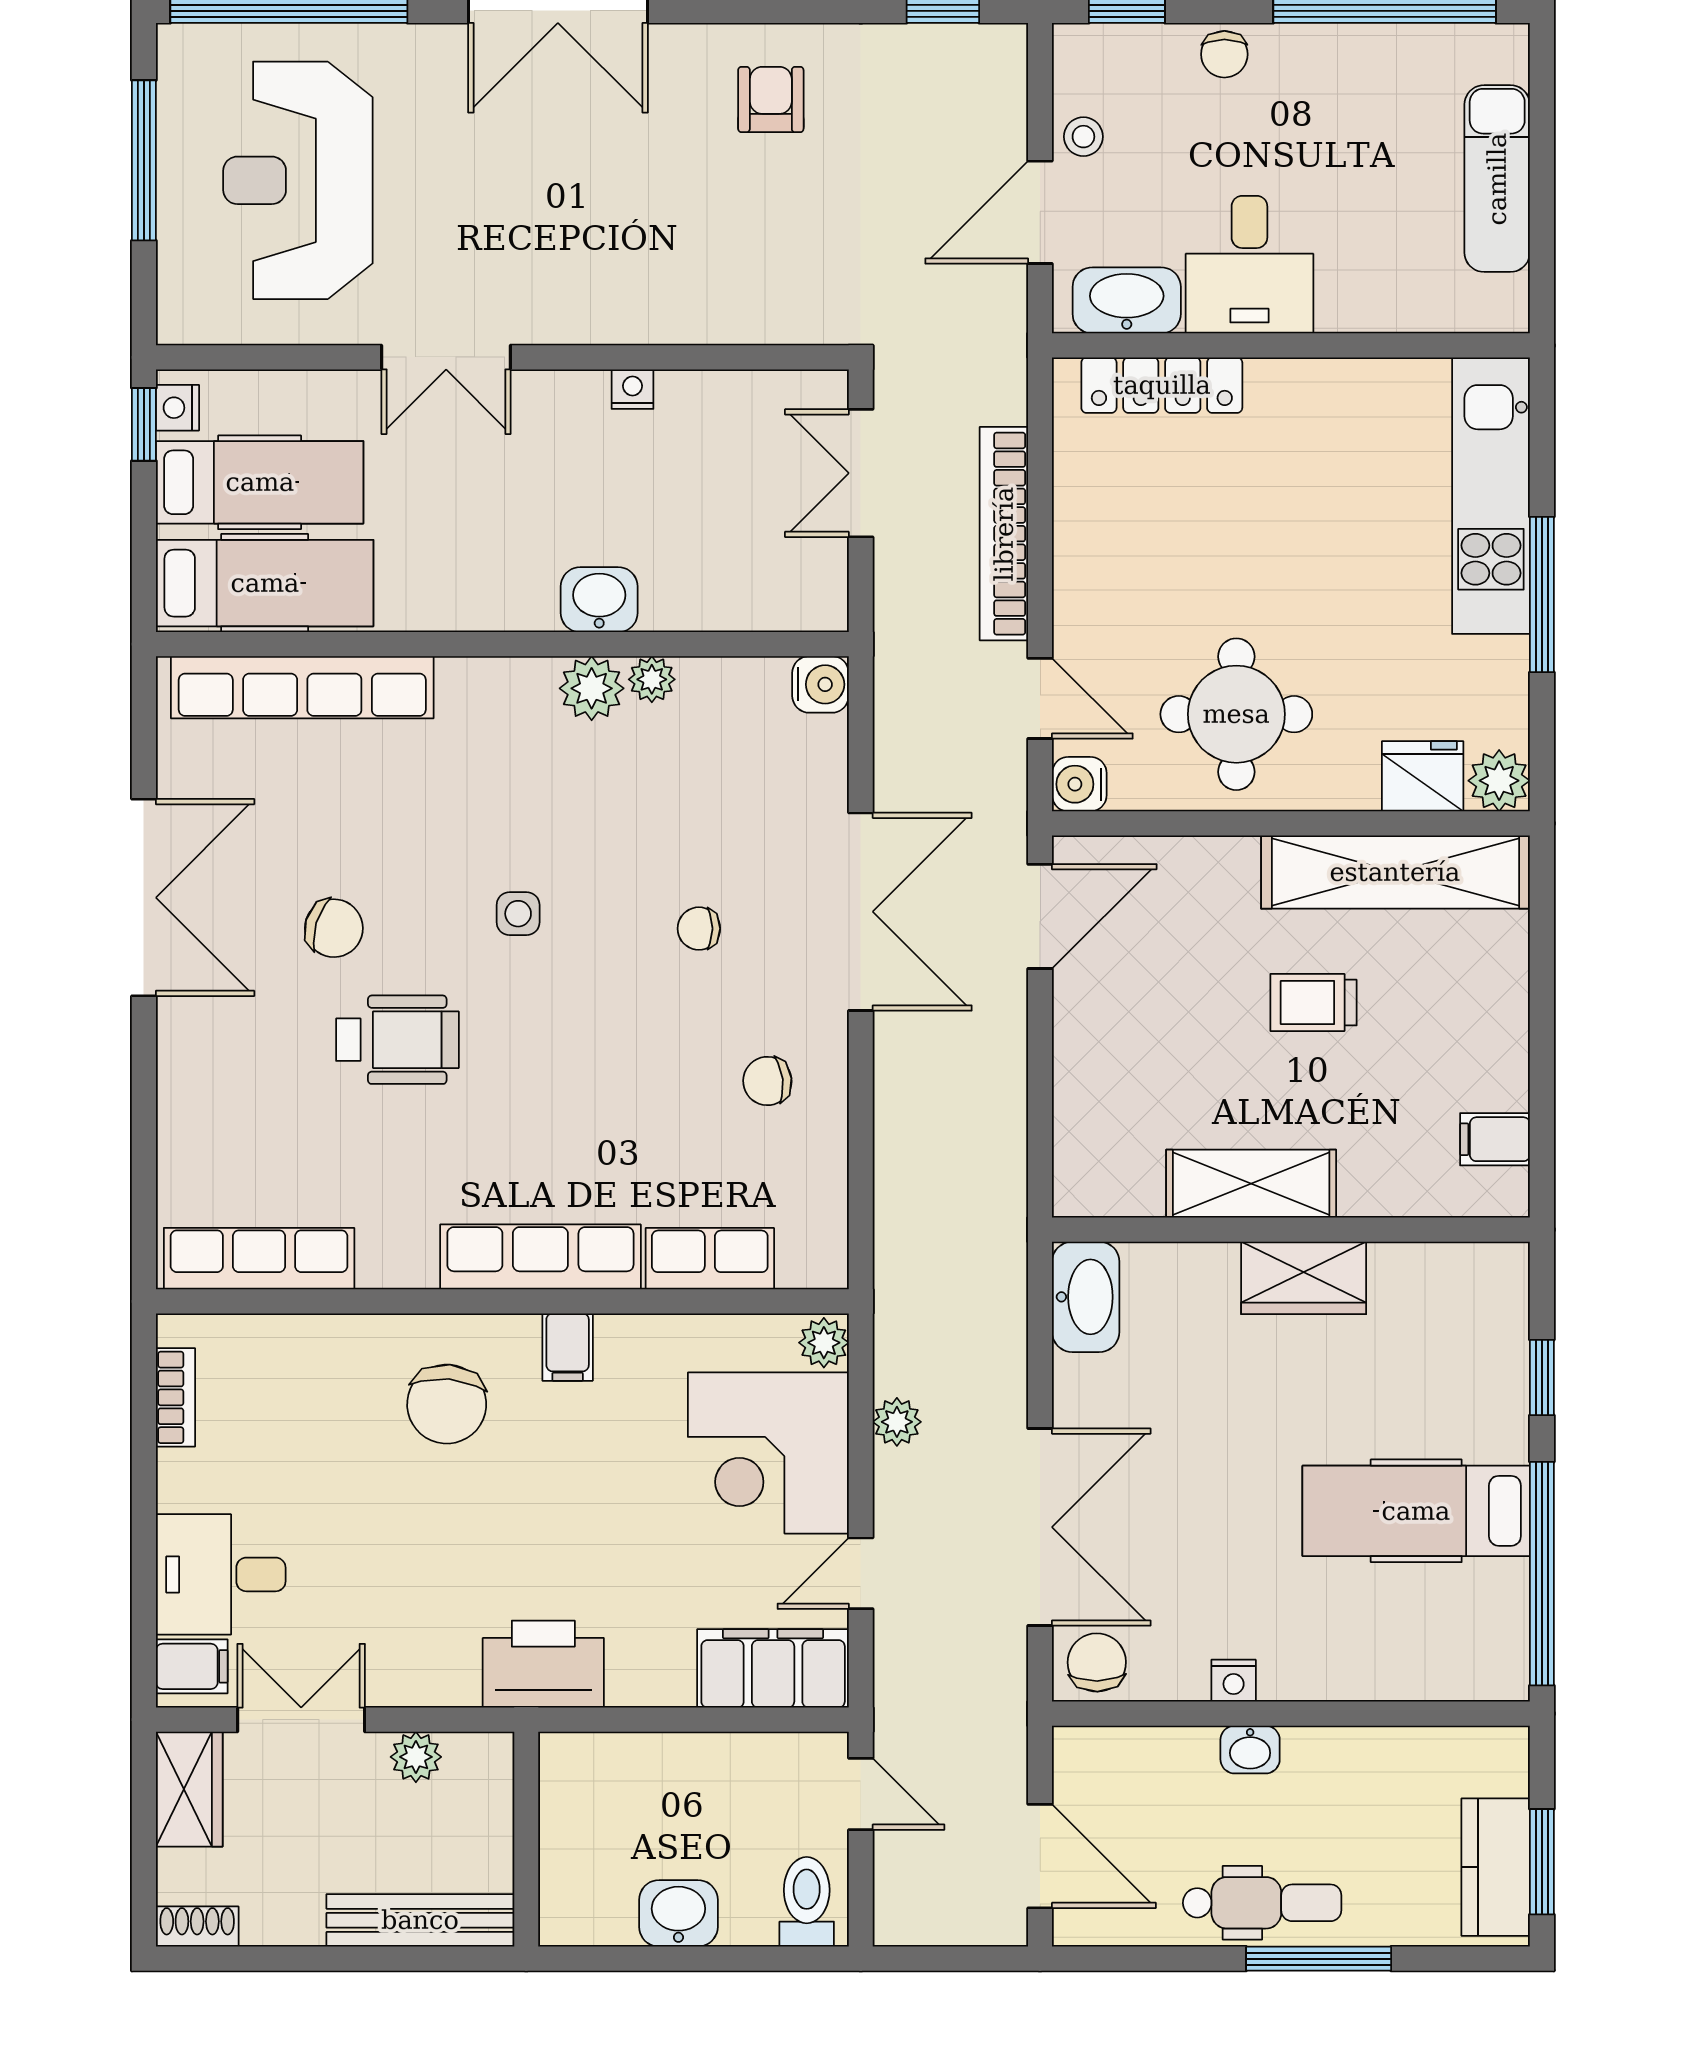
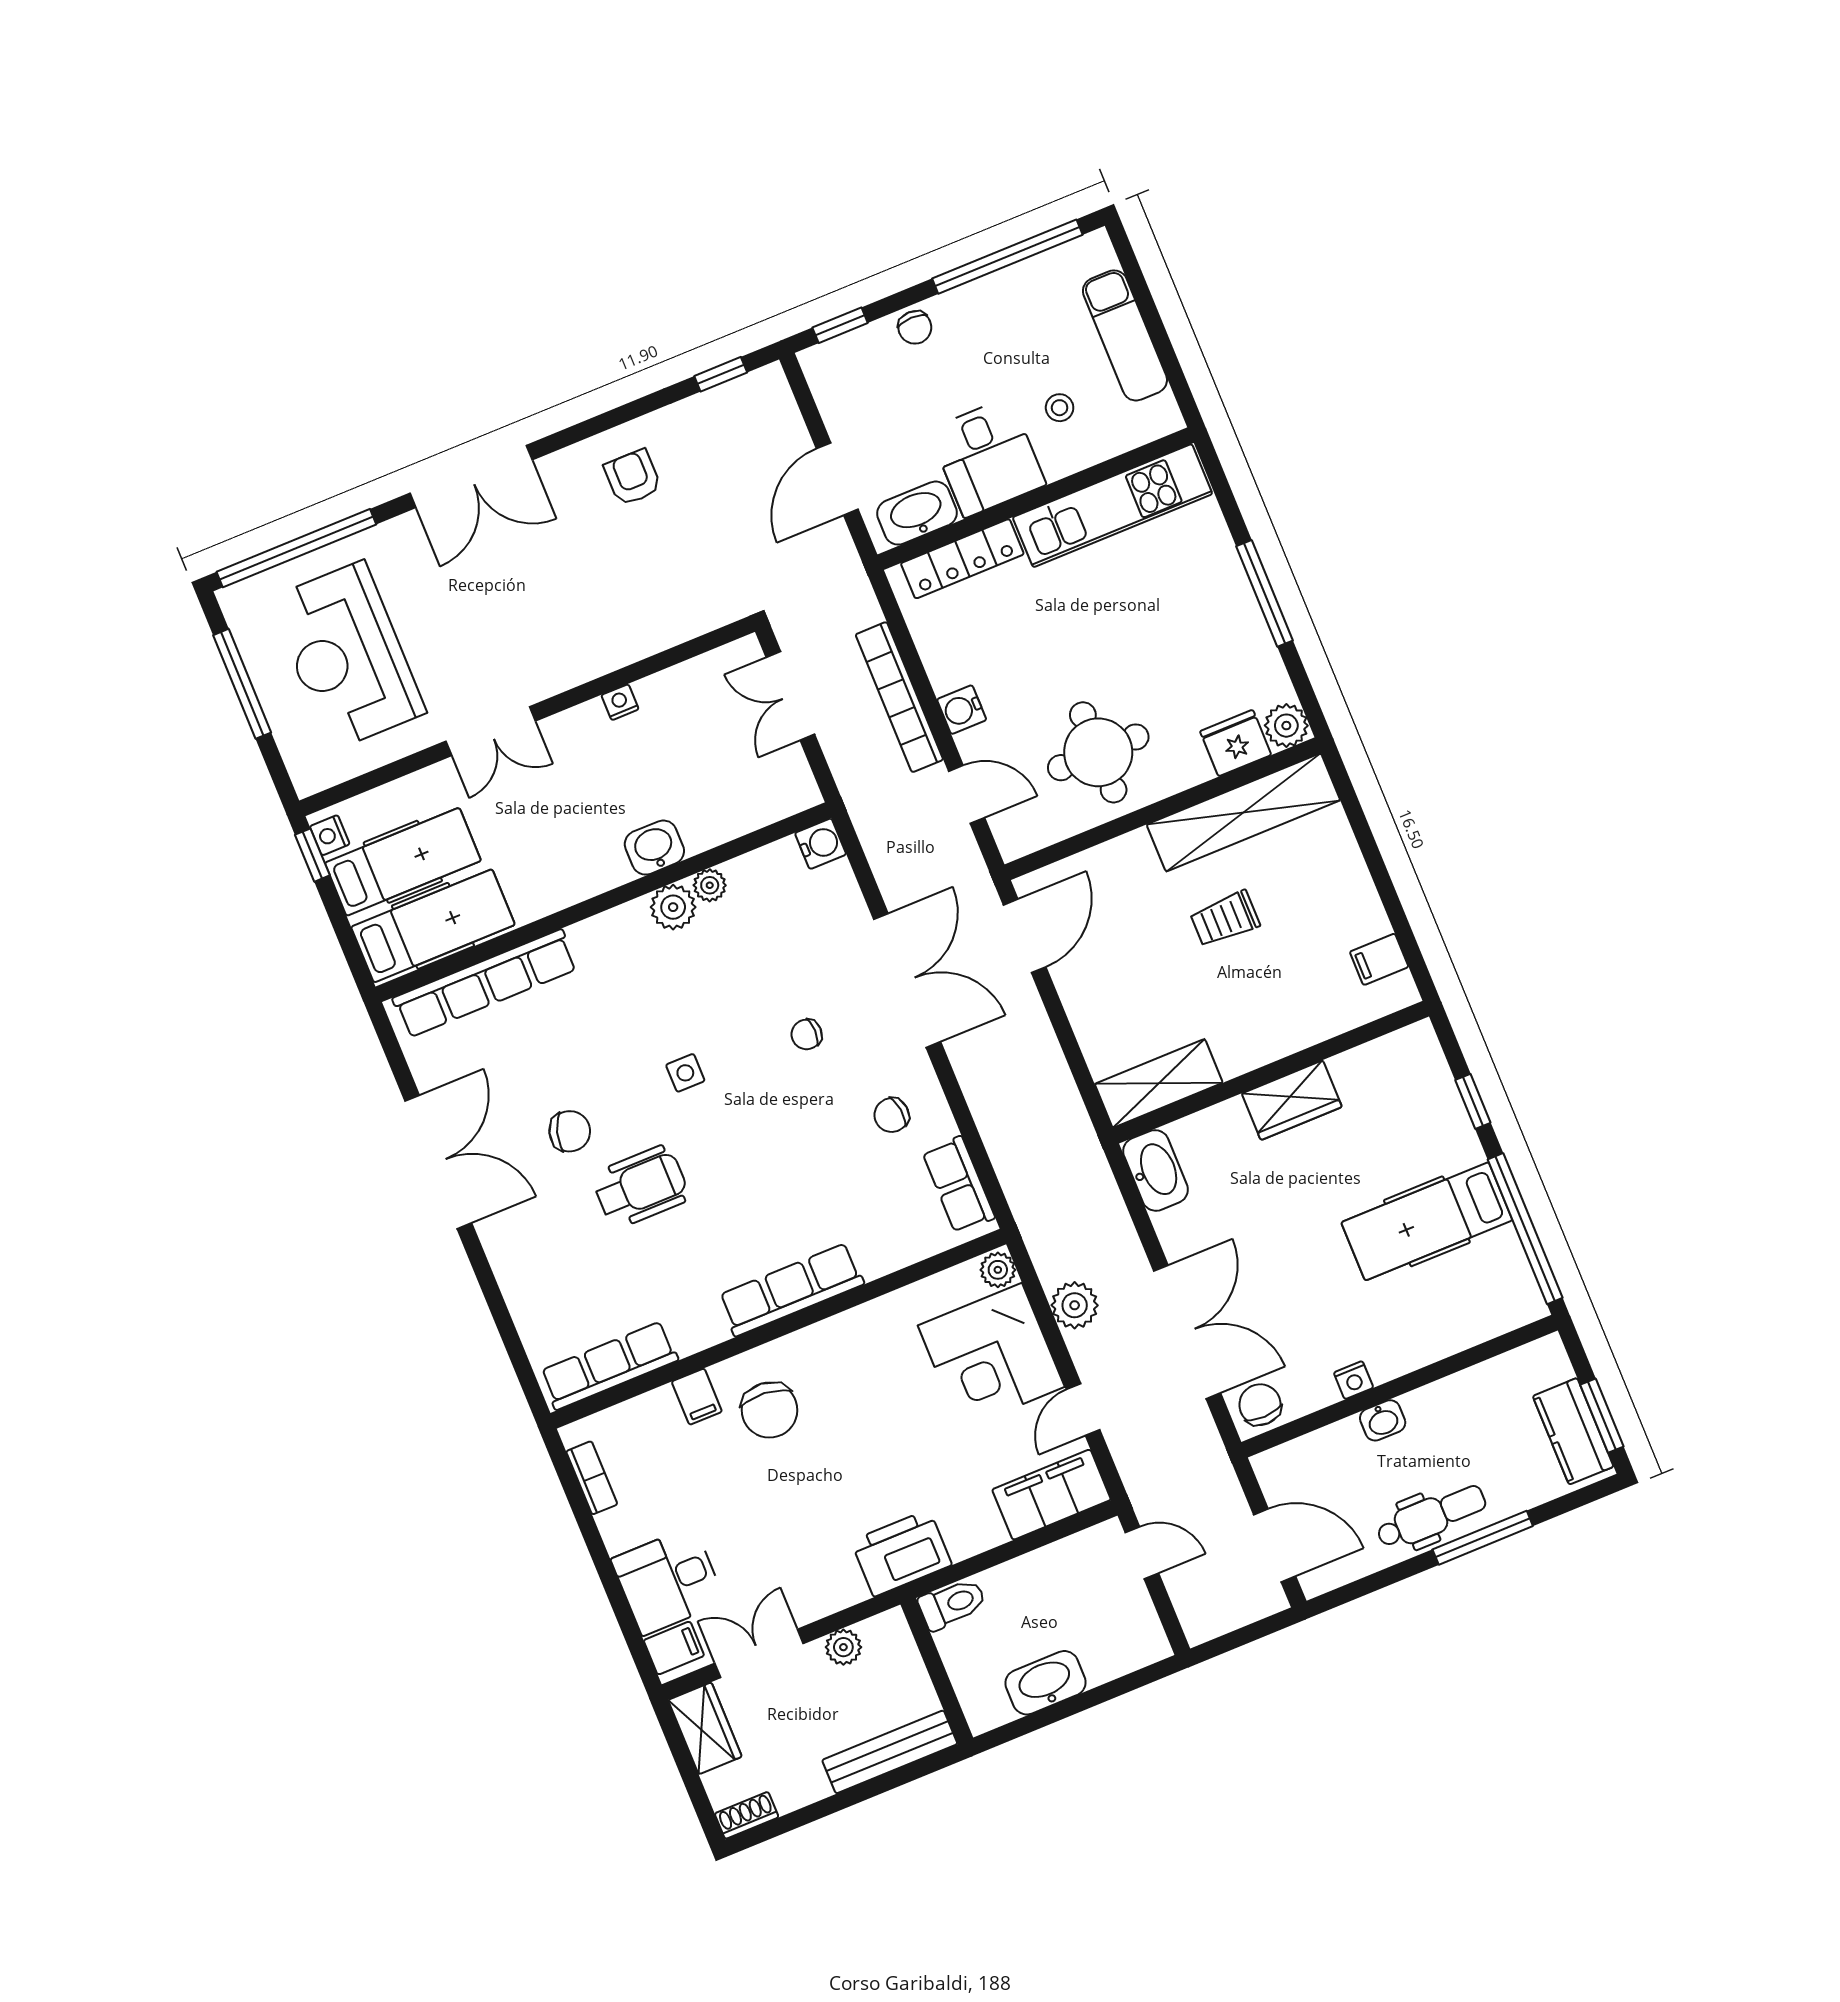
stool: (1083, 137) -> (1060, 408), moved
kitchen unit: (1491, 496) -> (1112, 506), moved, turned -90
water cooler: (1079, 784) -> (962, 710), moved
shelving: (1251, 1184) -> (1159, 1083), moved
row of seats: (710, 1259) -> (959, 1185), moved, turned -90
filing cabinet: (568, 1347) -> (697, 1397), moved
plant: (897, 1422) -> (1075, 1305), width x1.38, depth x1.38
toilet: (807, 1902) -> (952, 1604), moved, turned 90
washbasin: (678, 1913) -> (1046, 1683), width x1.38

